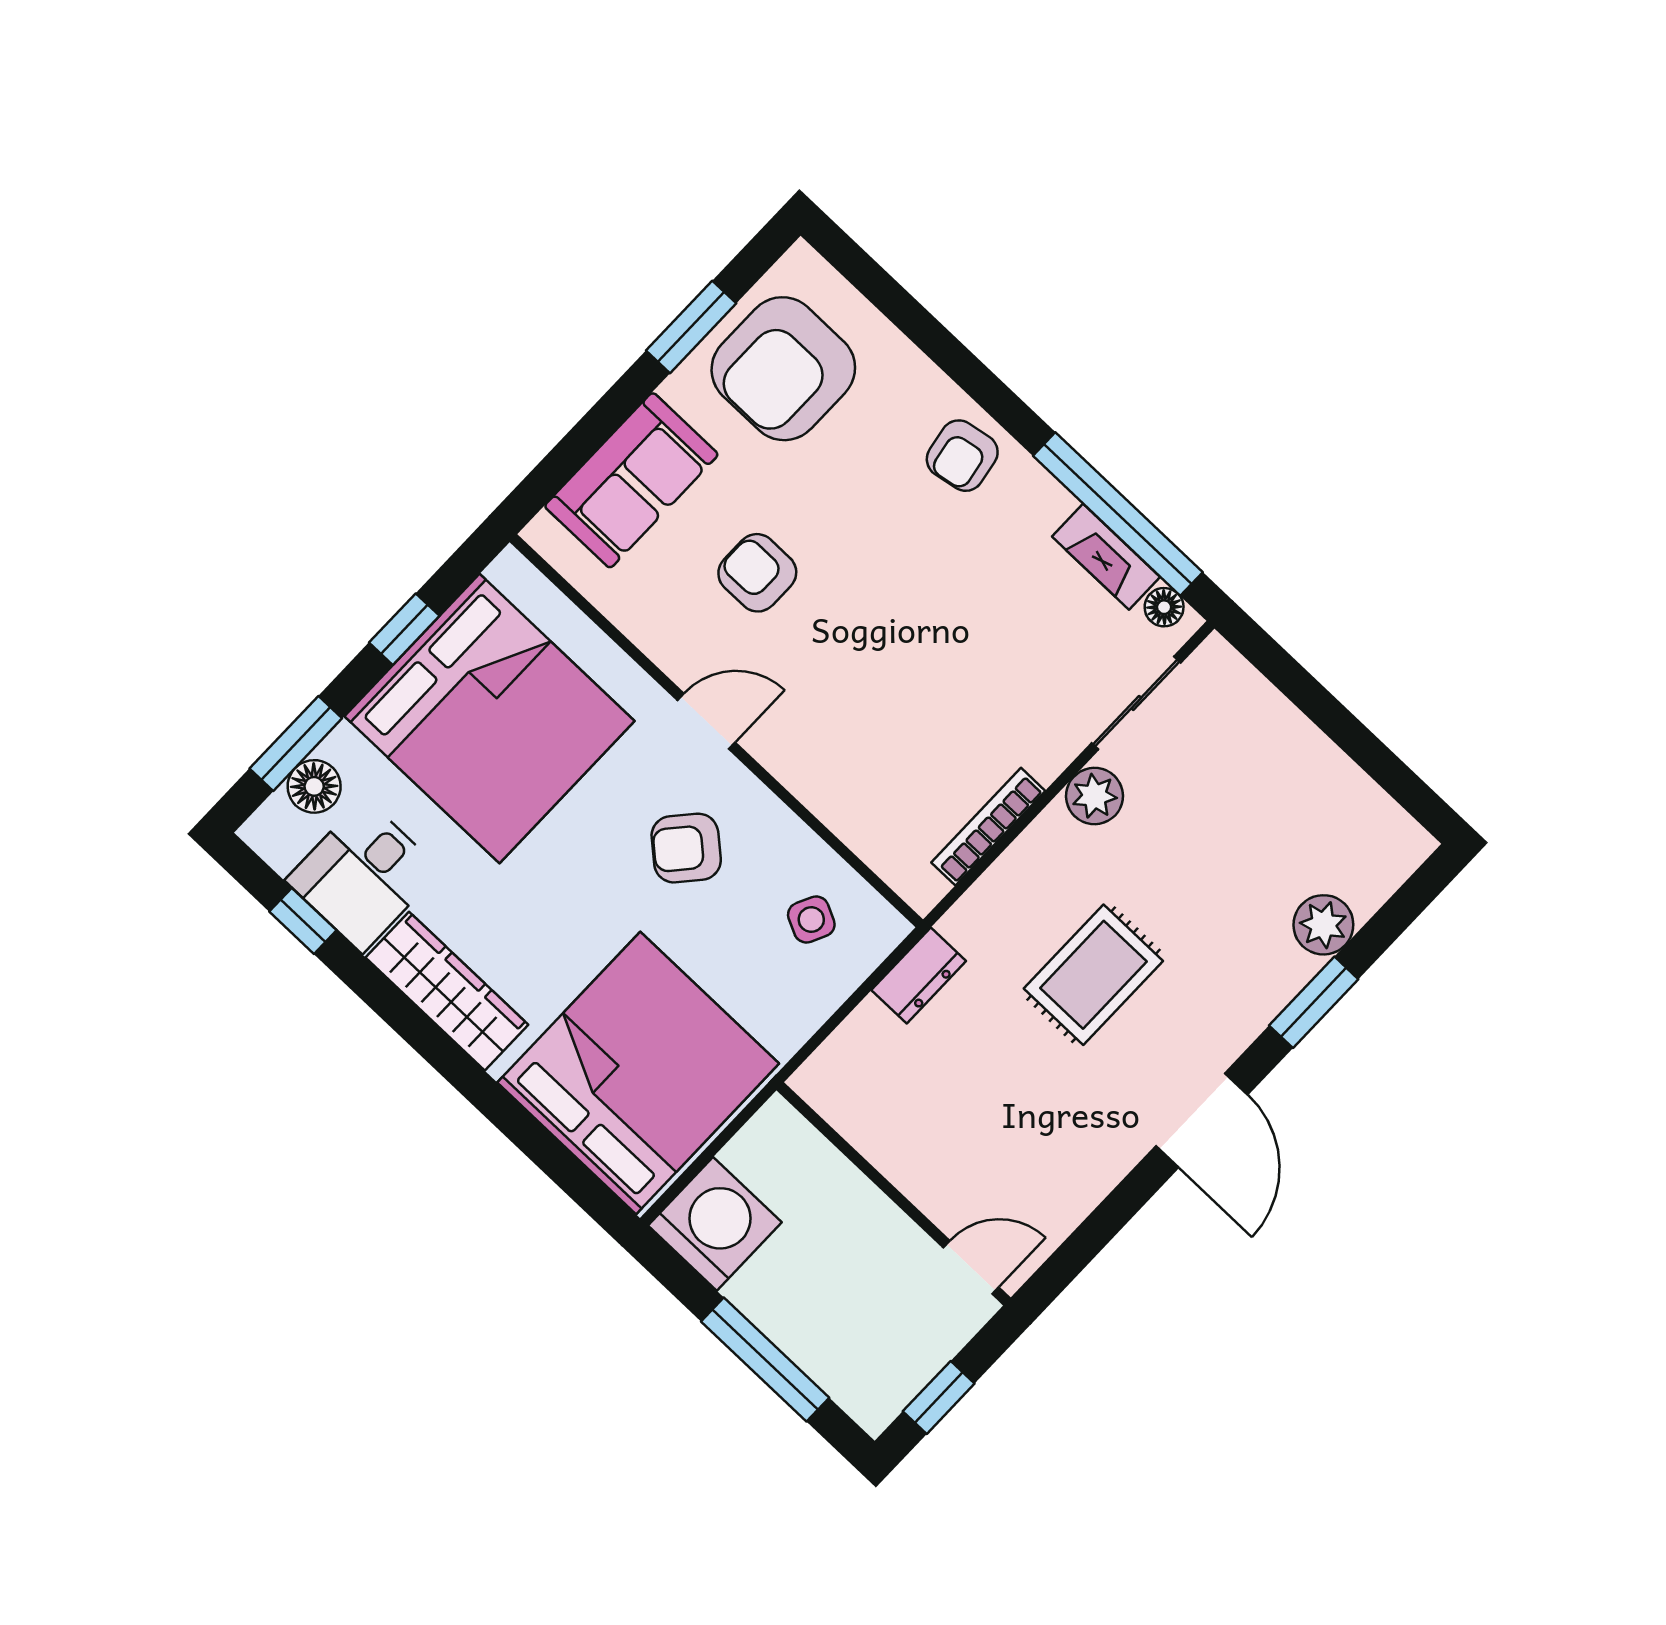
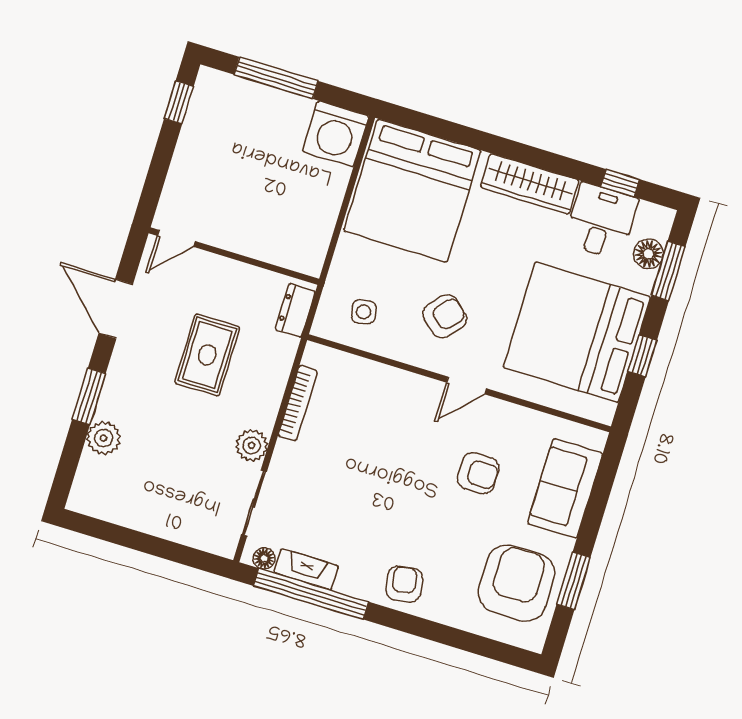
side table: (811, 919) -> (364, 312), turned -38
wall: (894, 1194) -> (234, 256), moved
door: (971, 1267) -> (176, 238), moved

